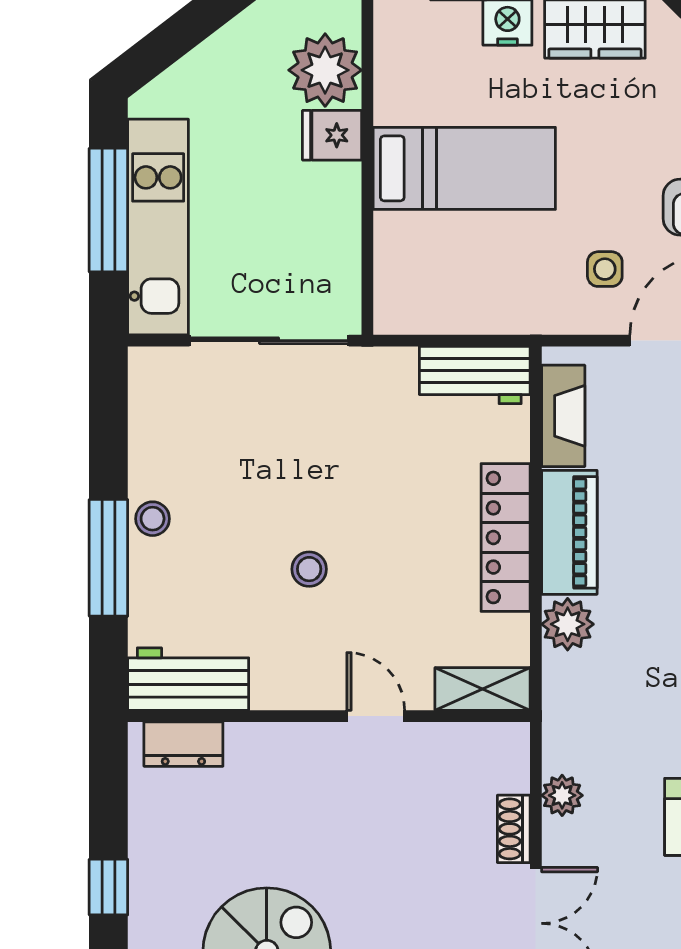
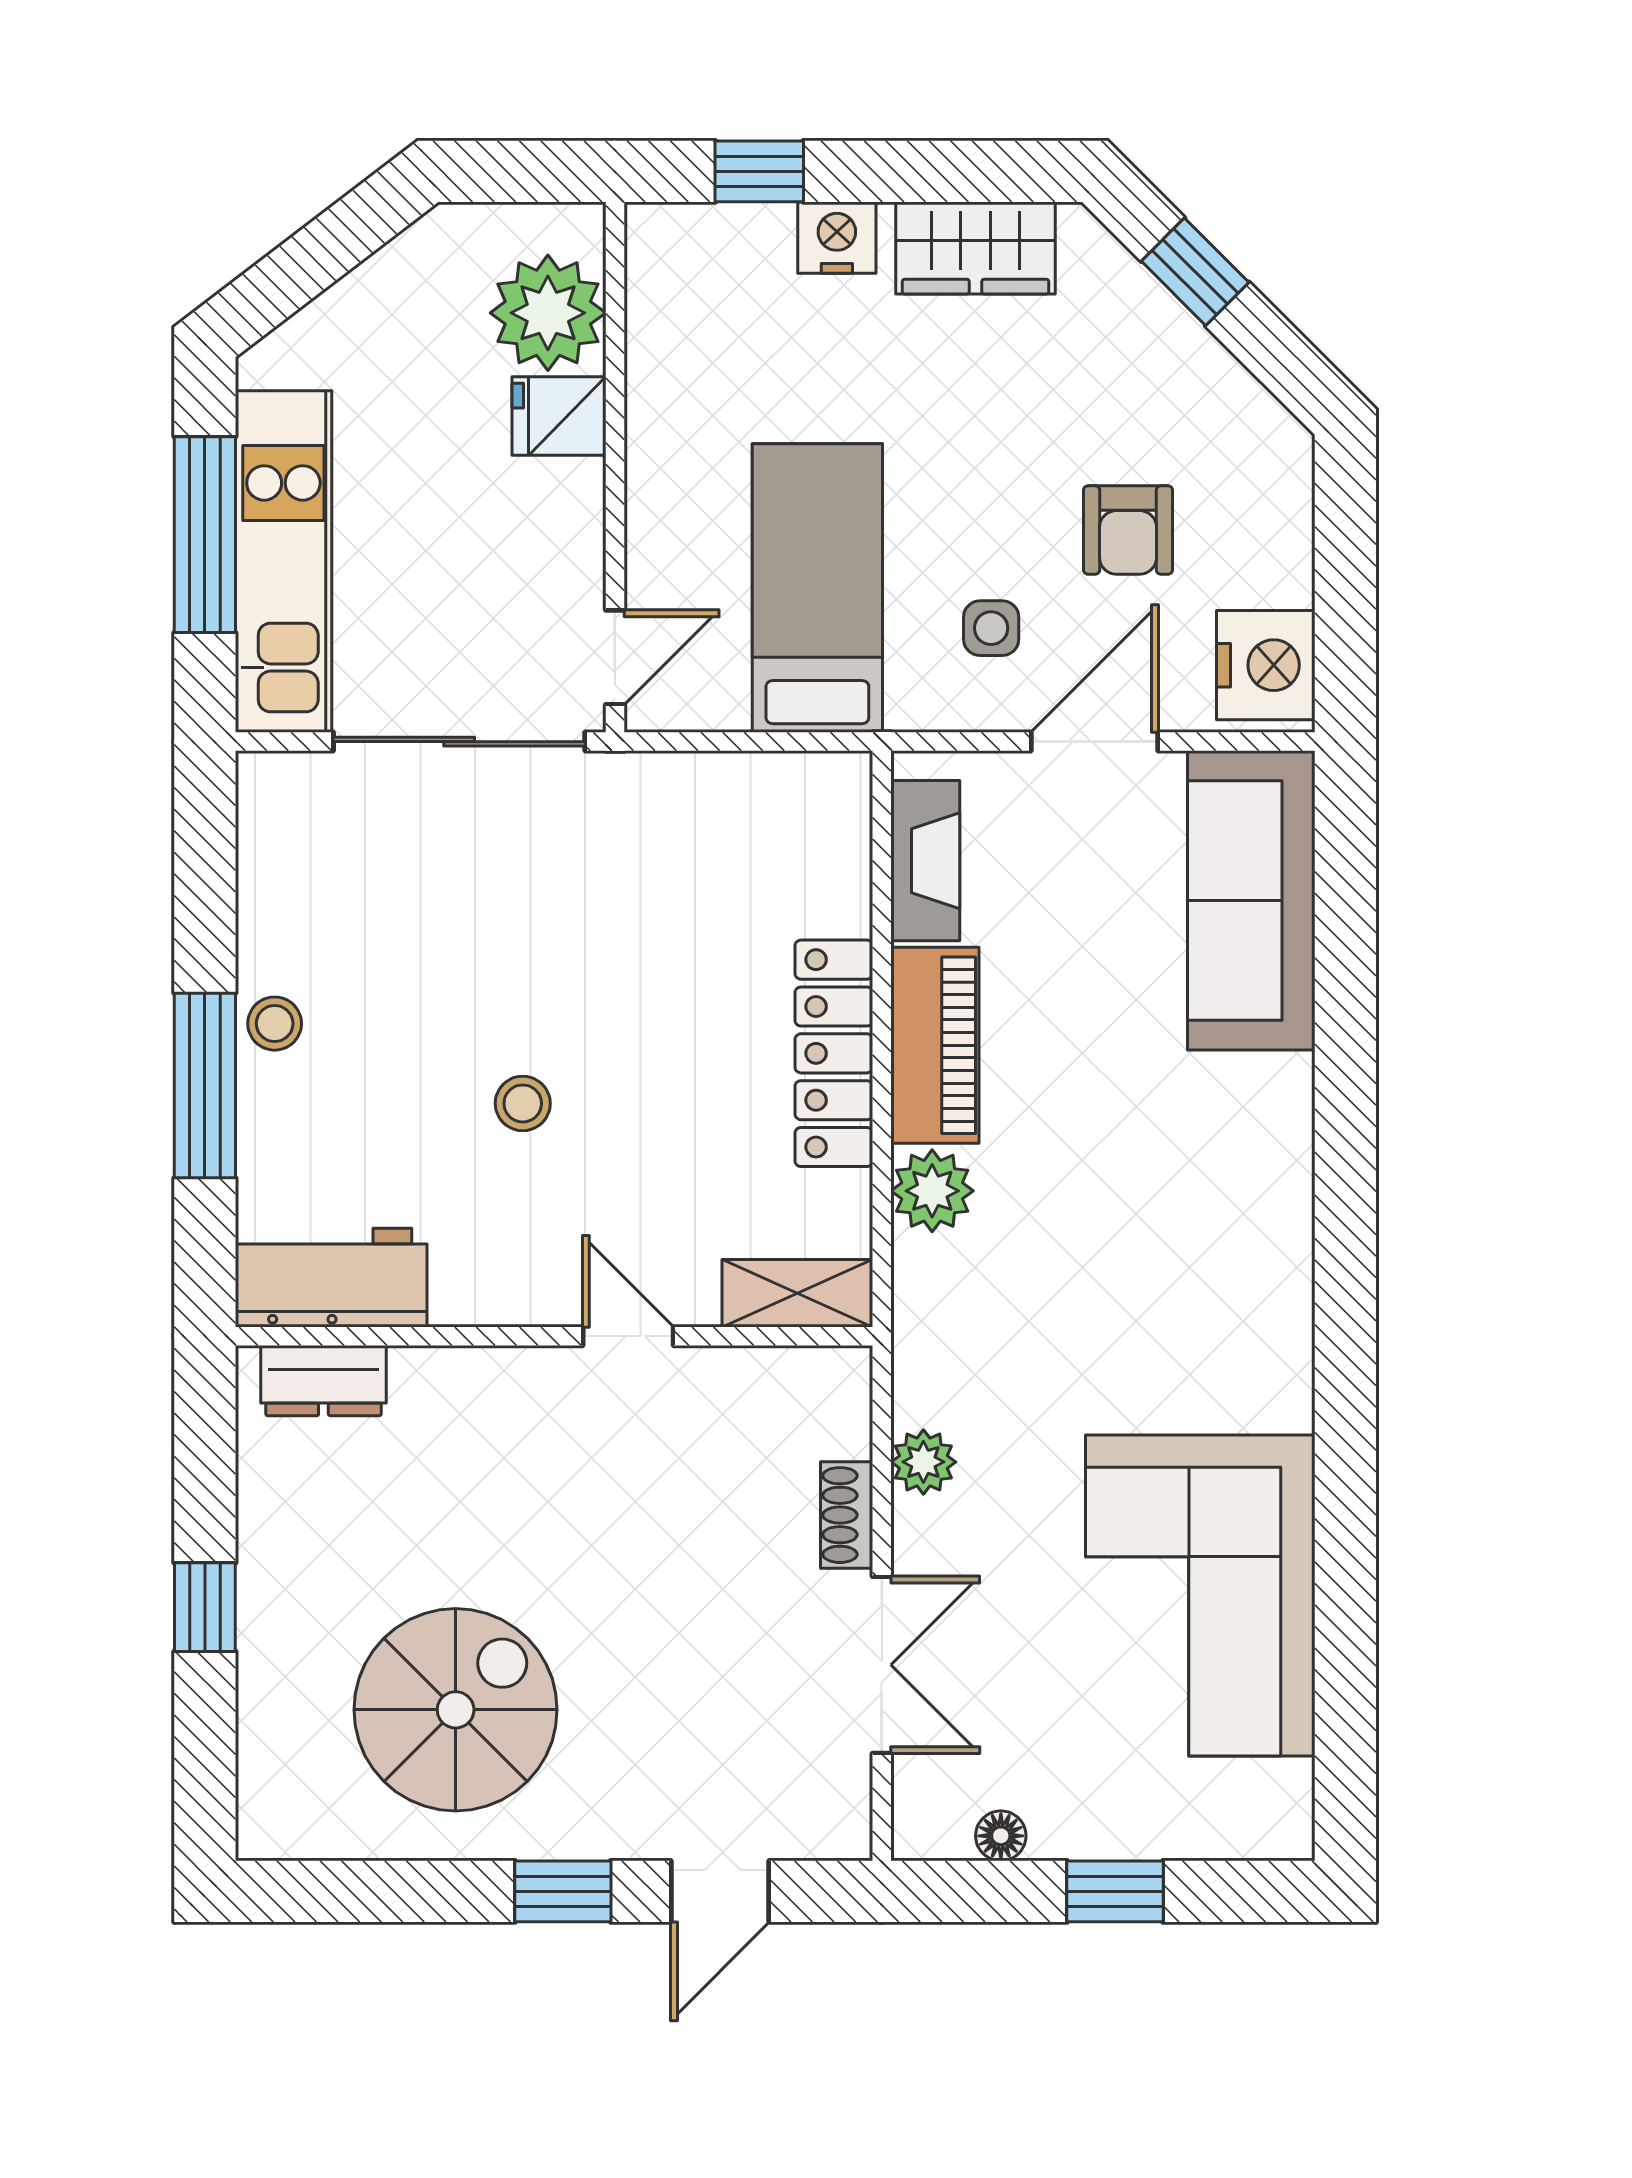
bed: (464, 168) -> (817, 588), moved, turned -90
door: (367, 287) -> (615, 657), added
workbench: (475, 375) -> (785, 796), removed

